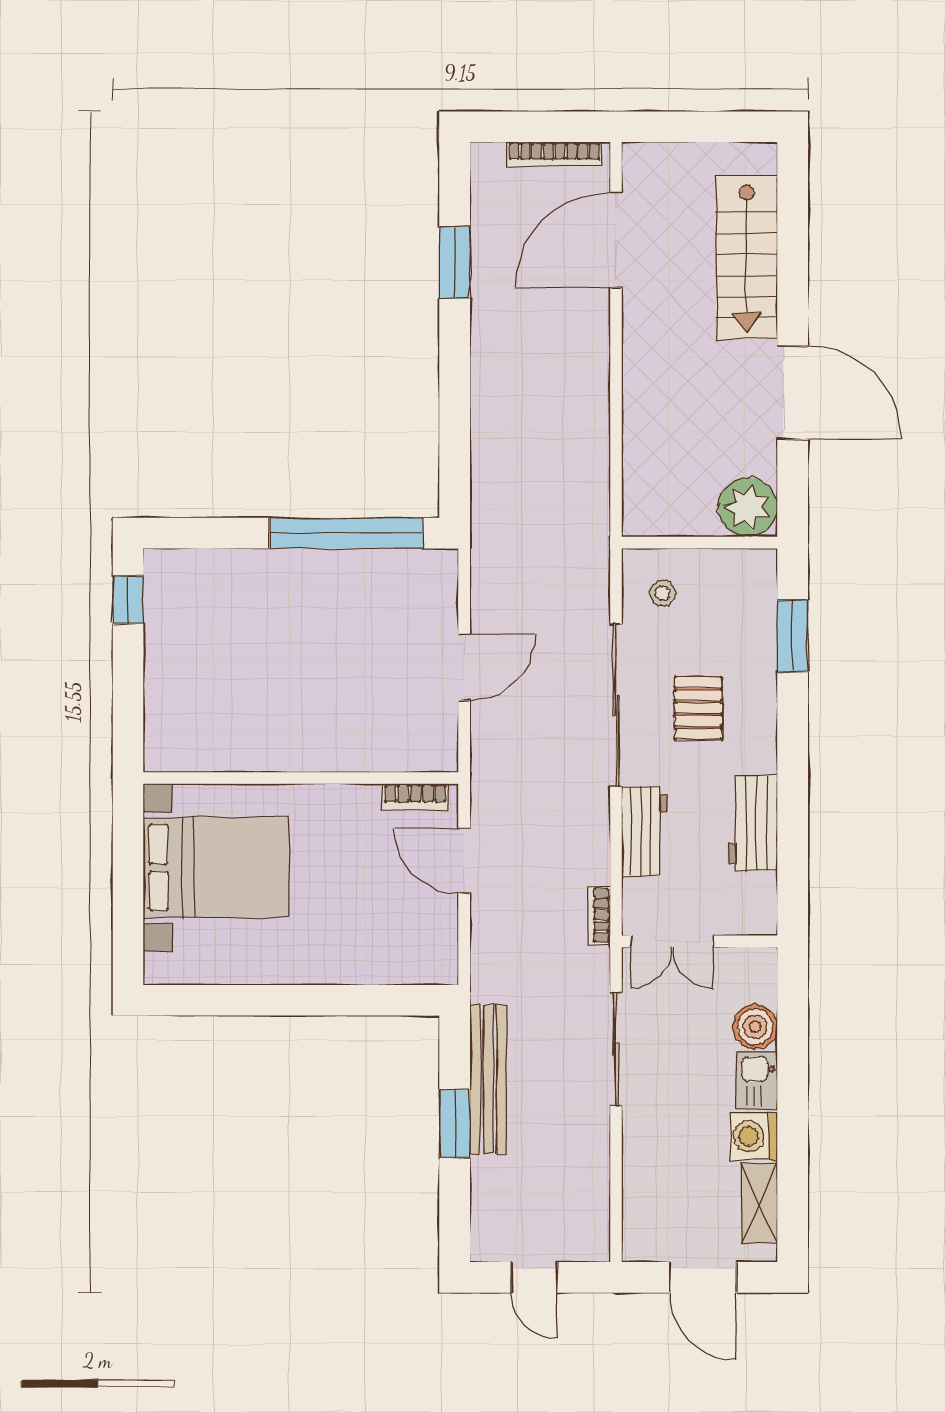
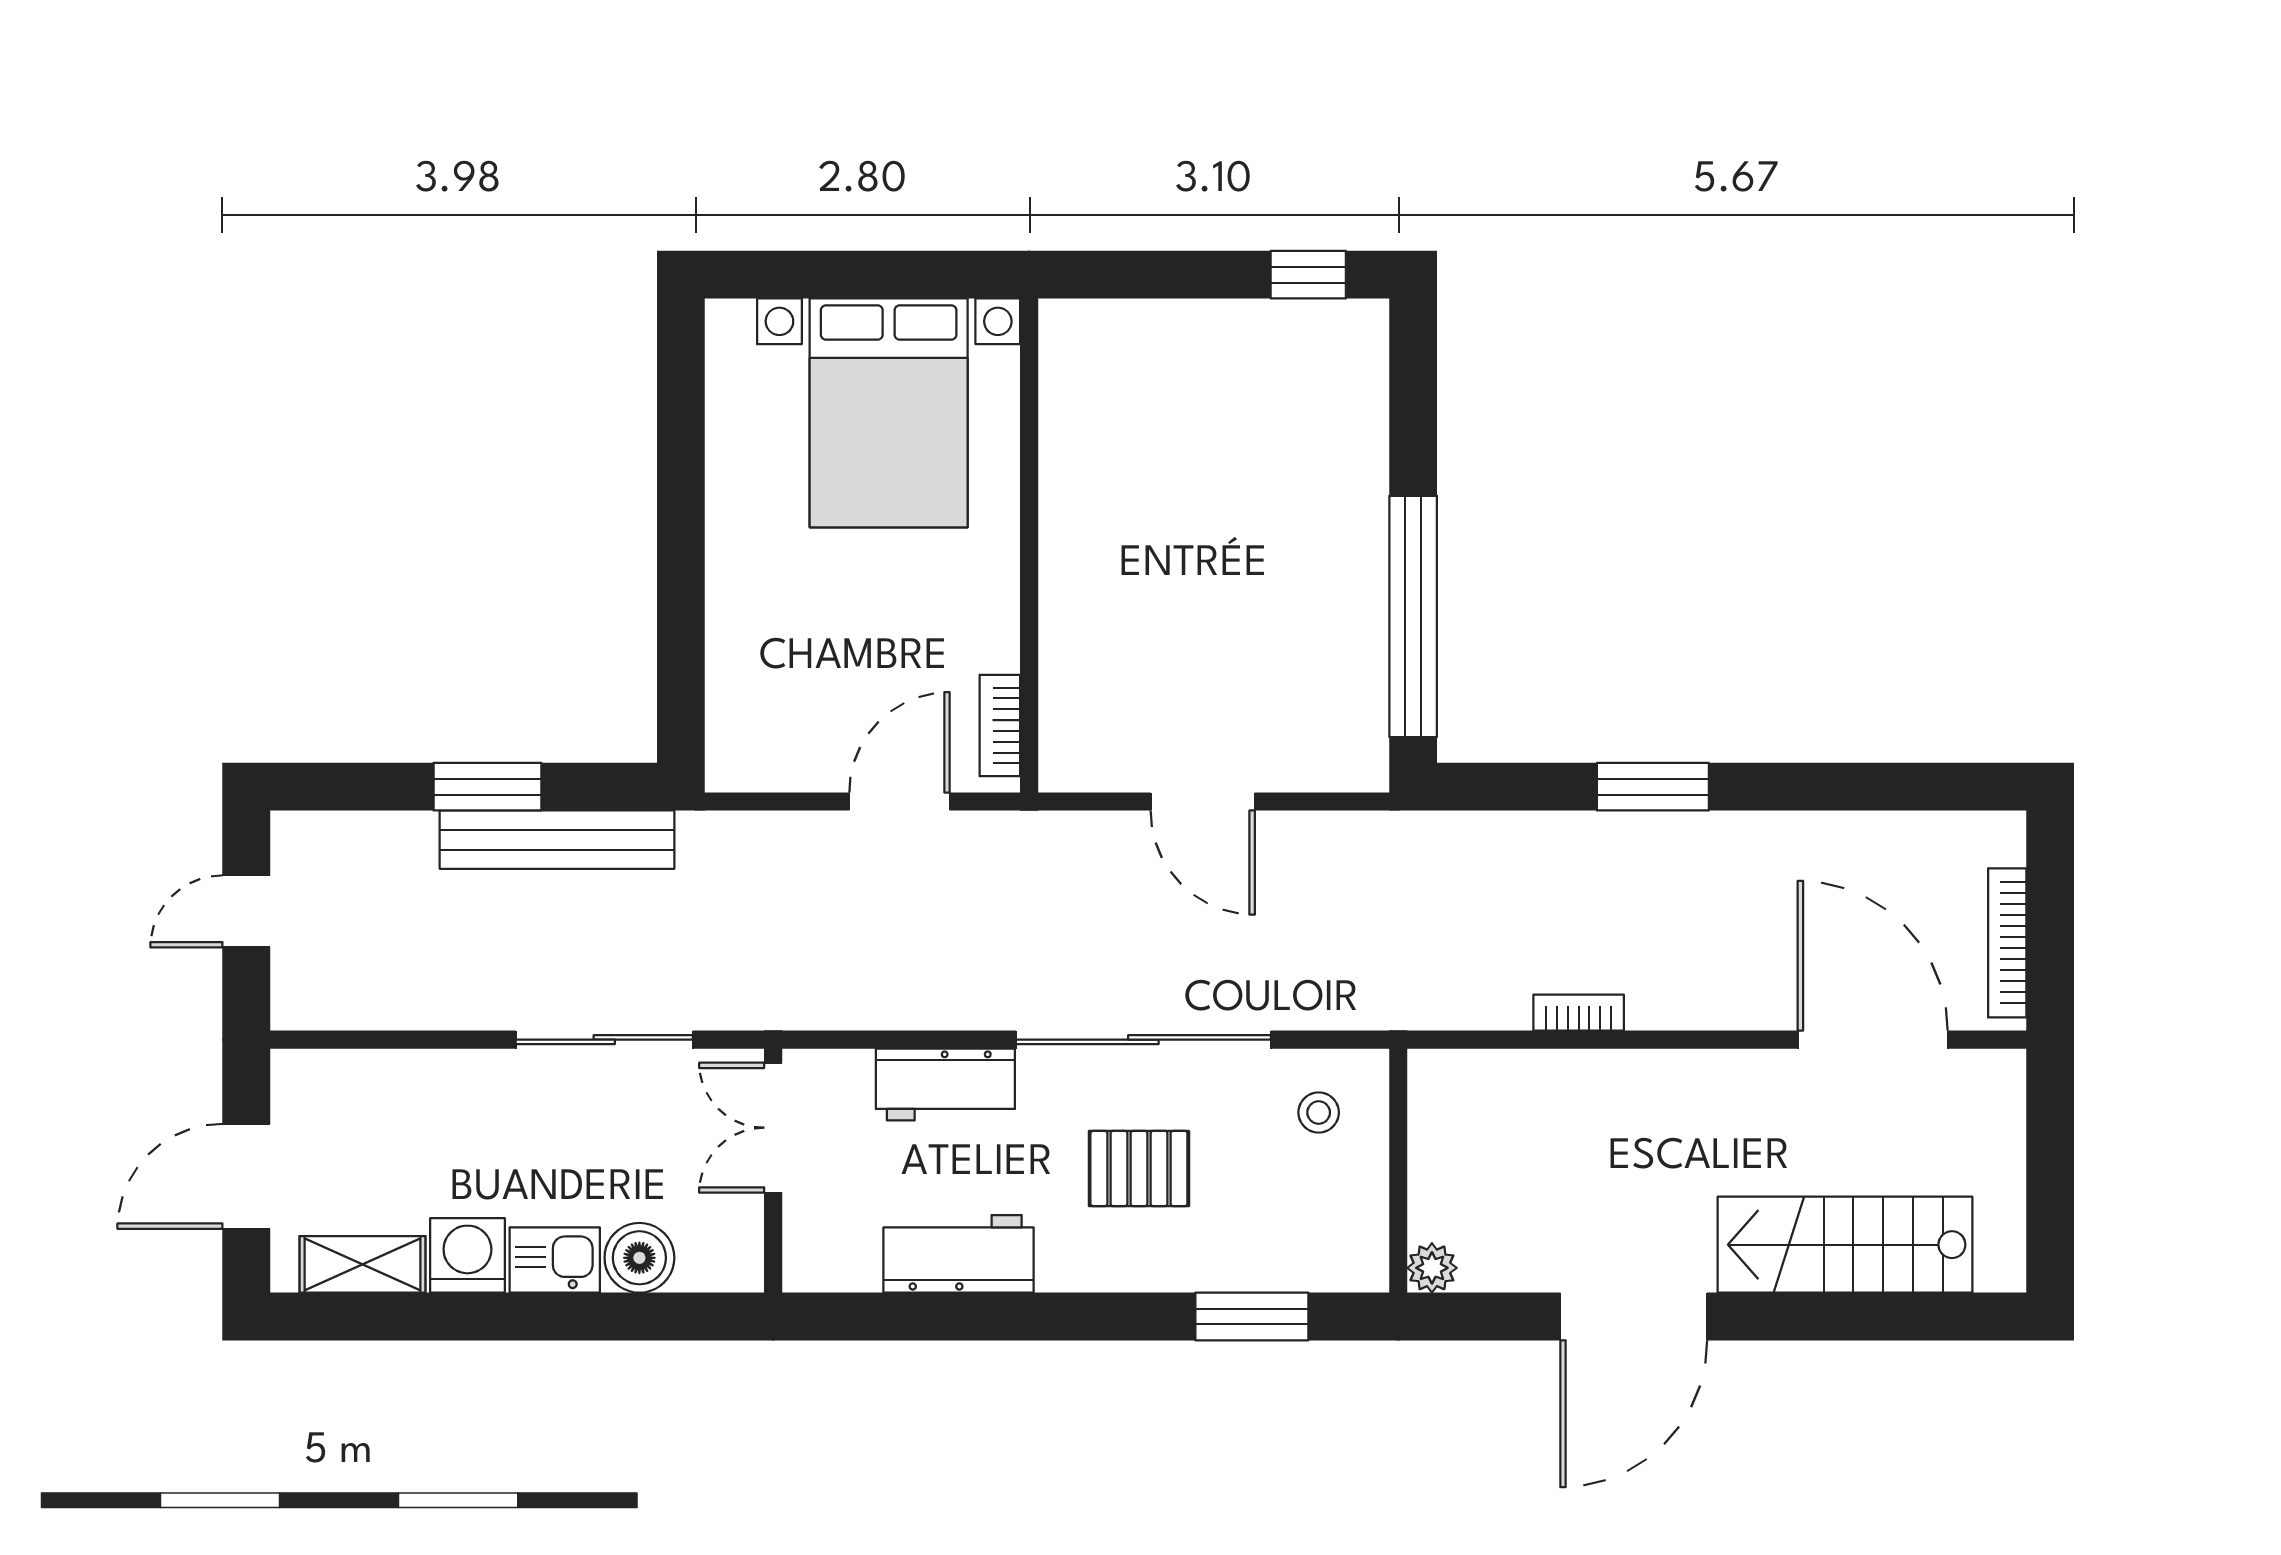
window: (455, 263) -> (1653, 787), moved
plant: (748, 507) -> (1432, 1268), width x0.53, depth x0.53
bookcase: (599, 915) -> (1579, 1013), moved

